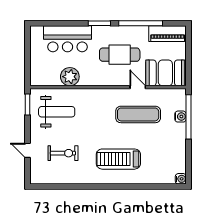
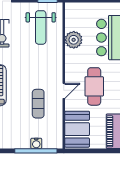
door: (138, 87) -> (64, 91), moved
exercise mat: (138, 114) -> (38, 104), width x0.73, depth x0.69

